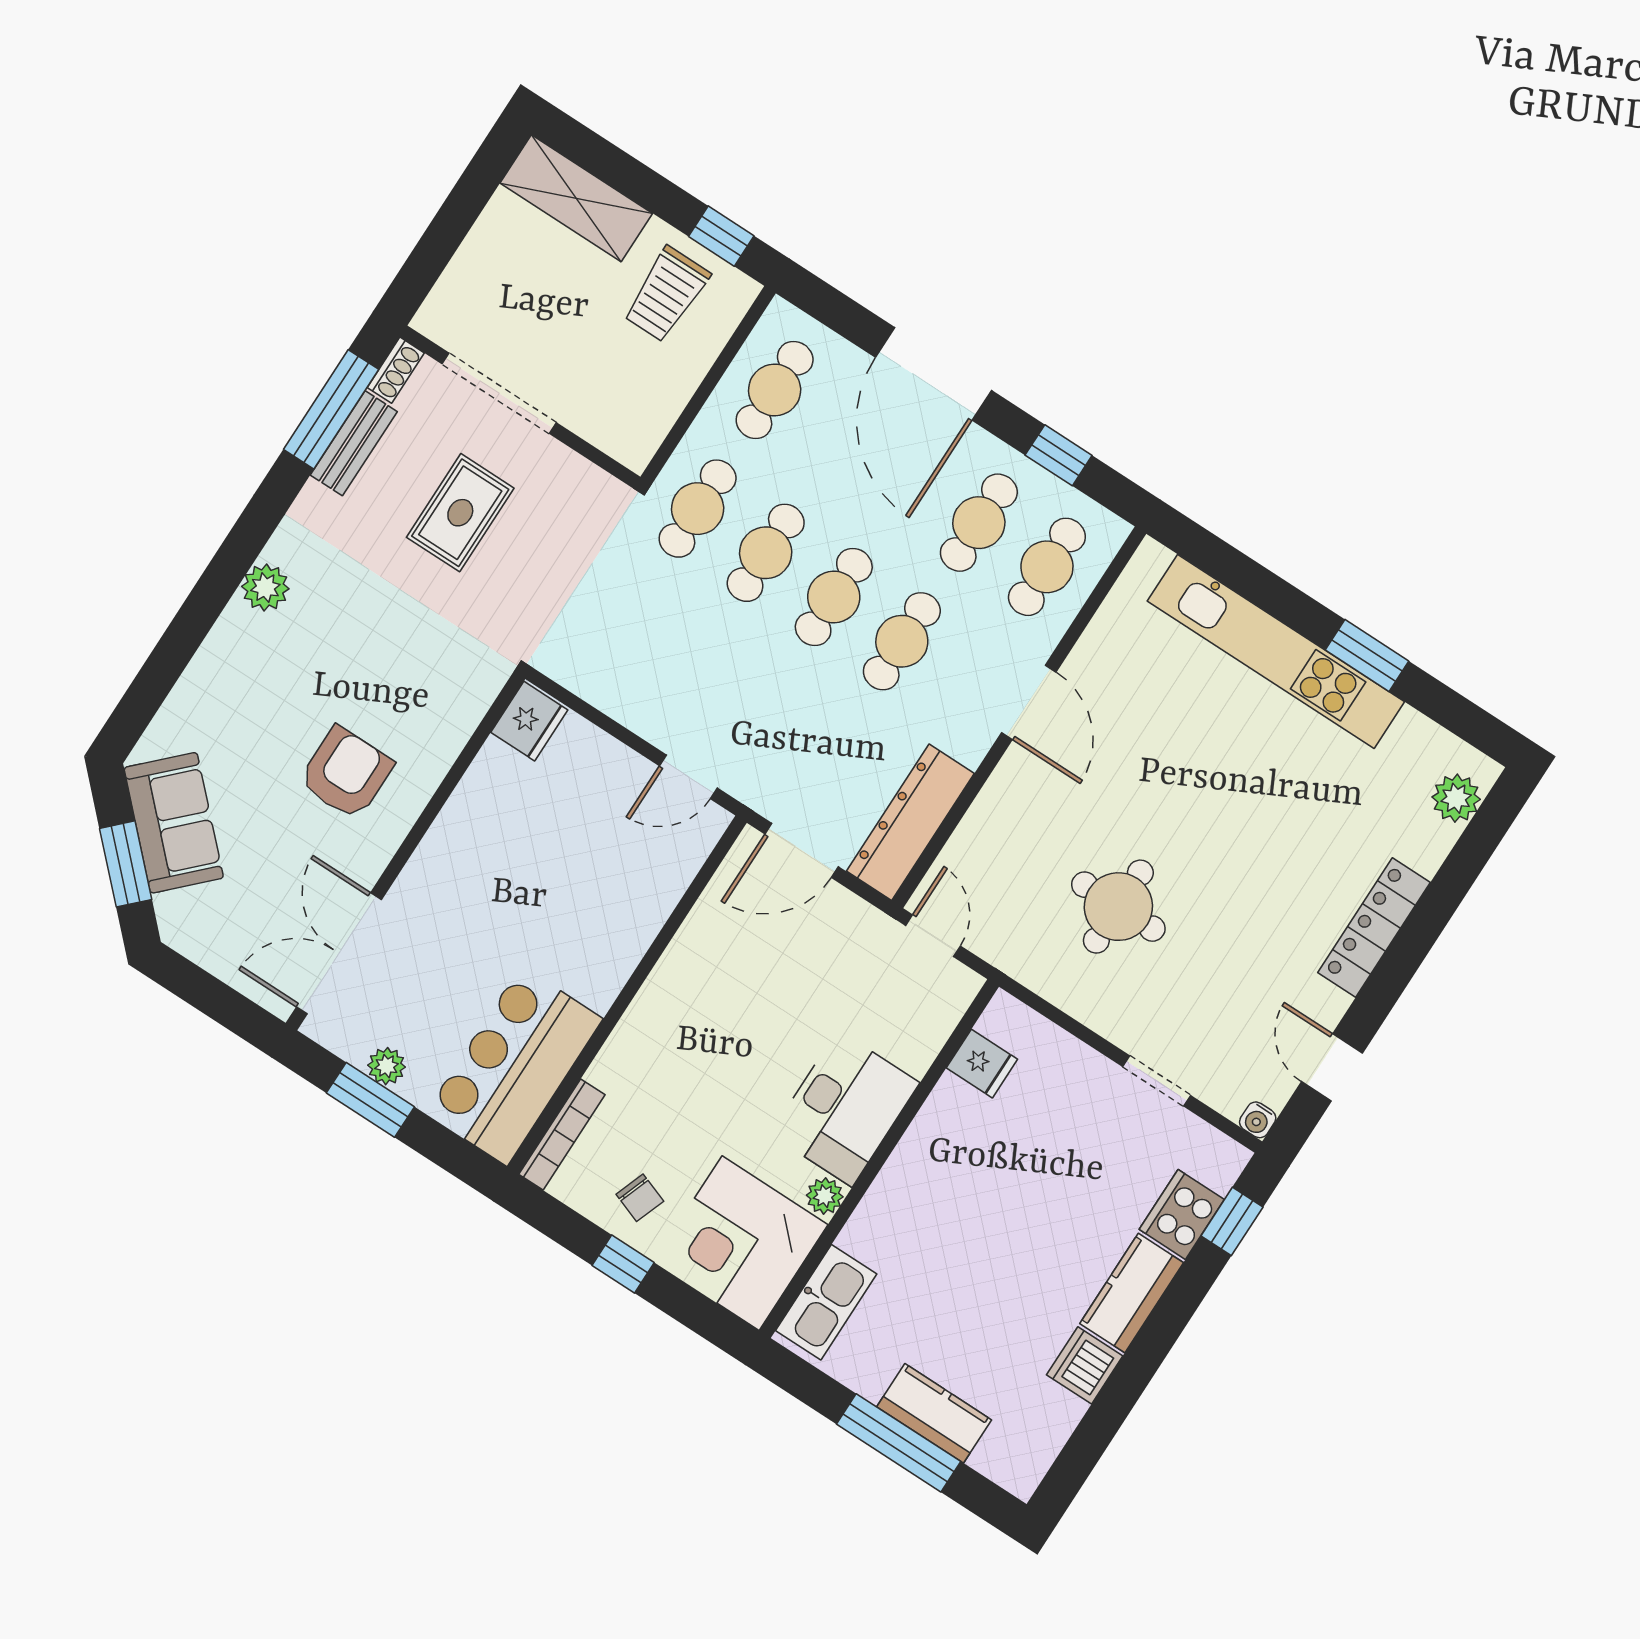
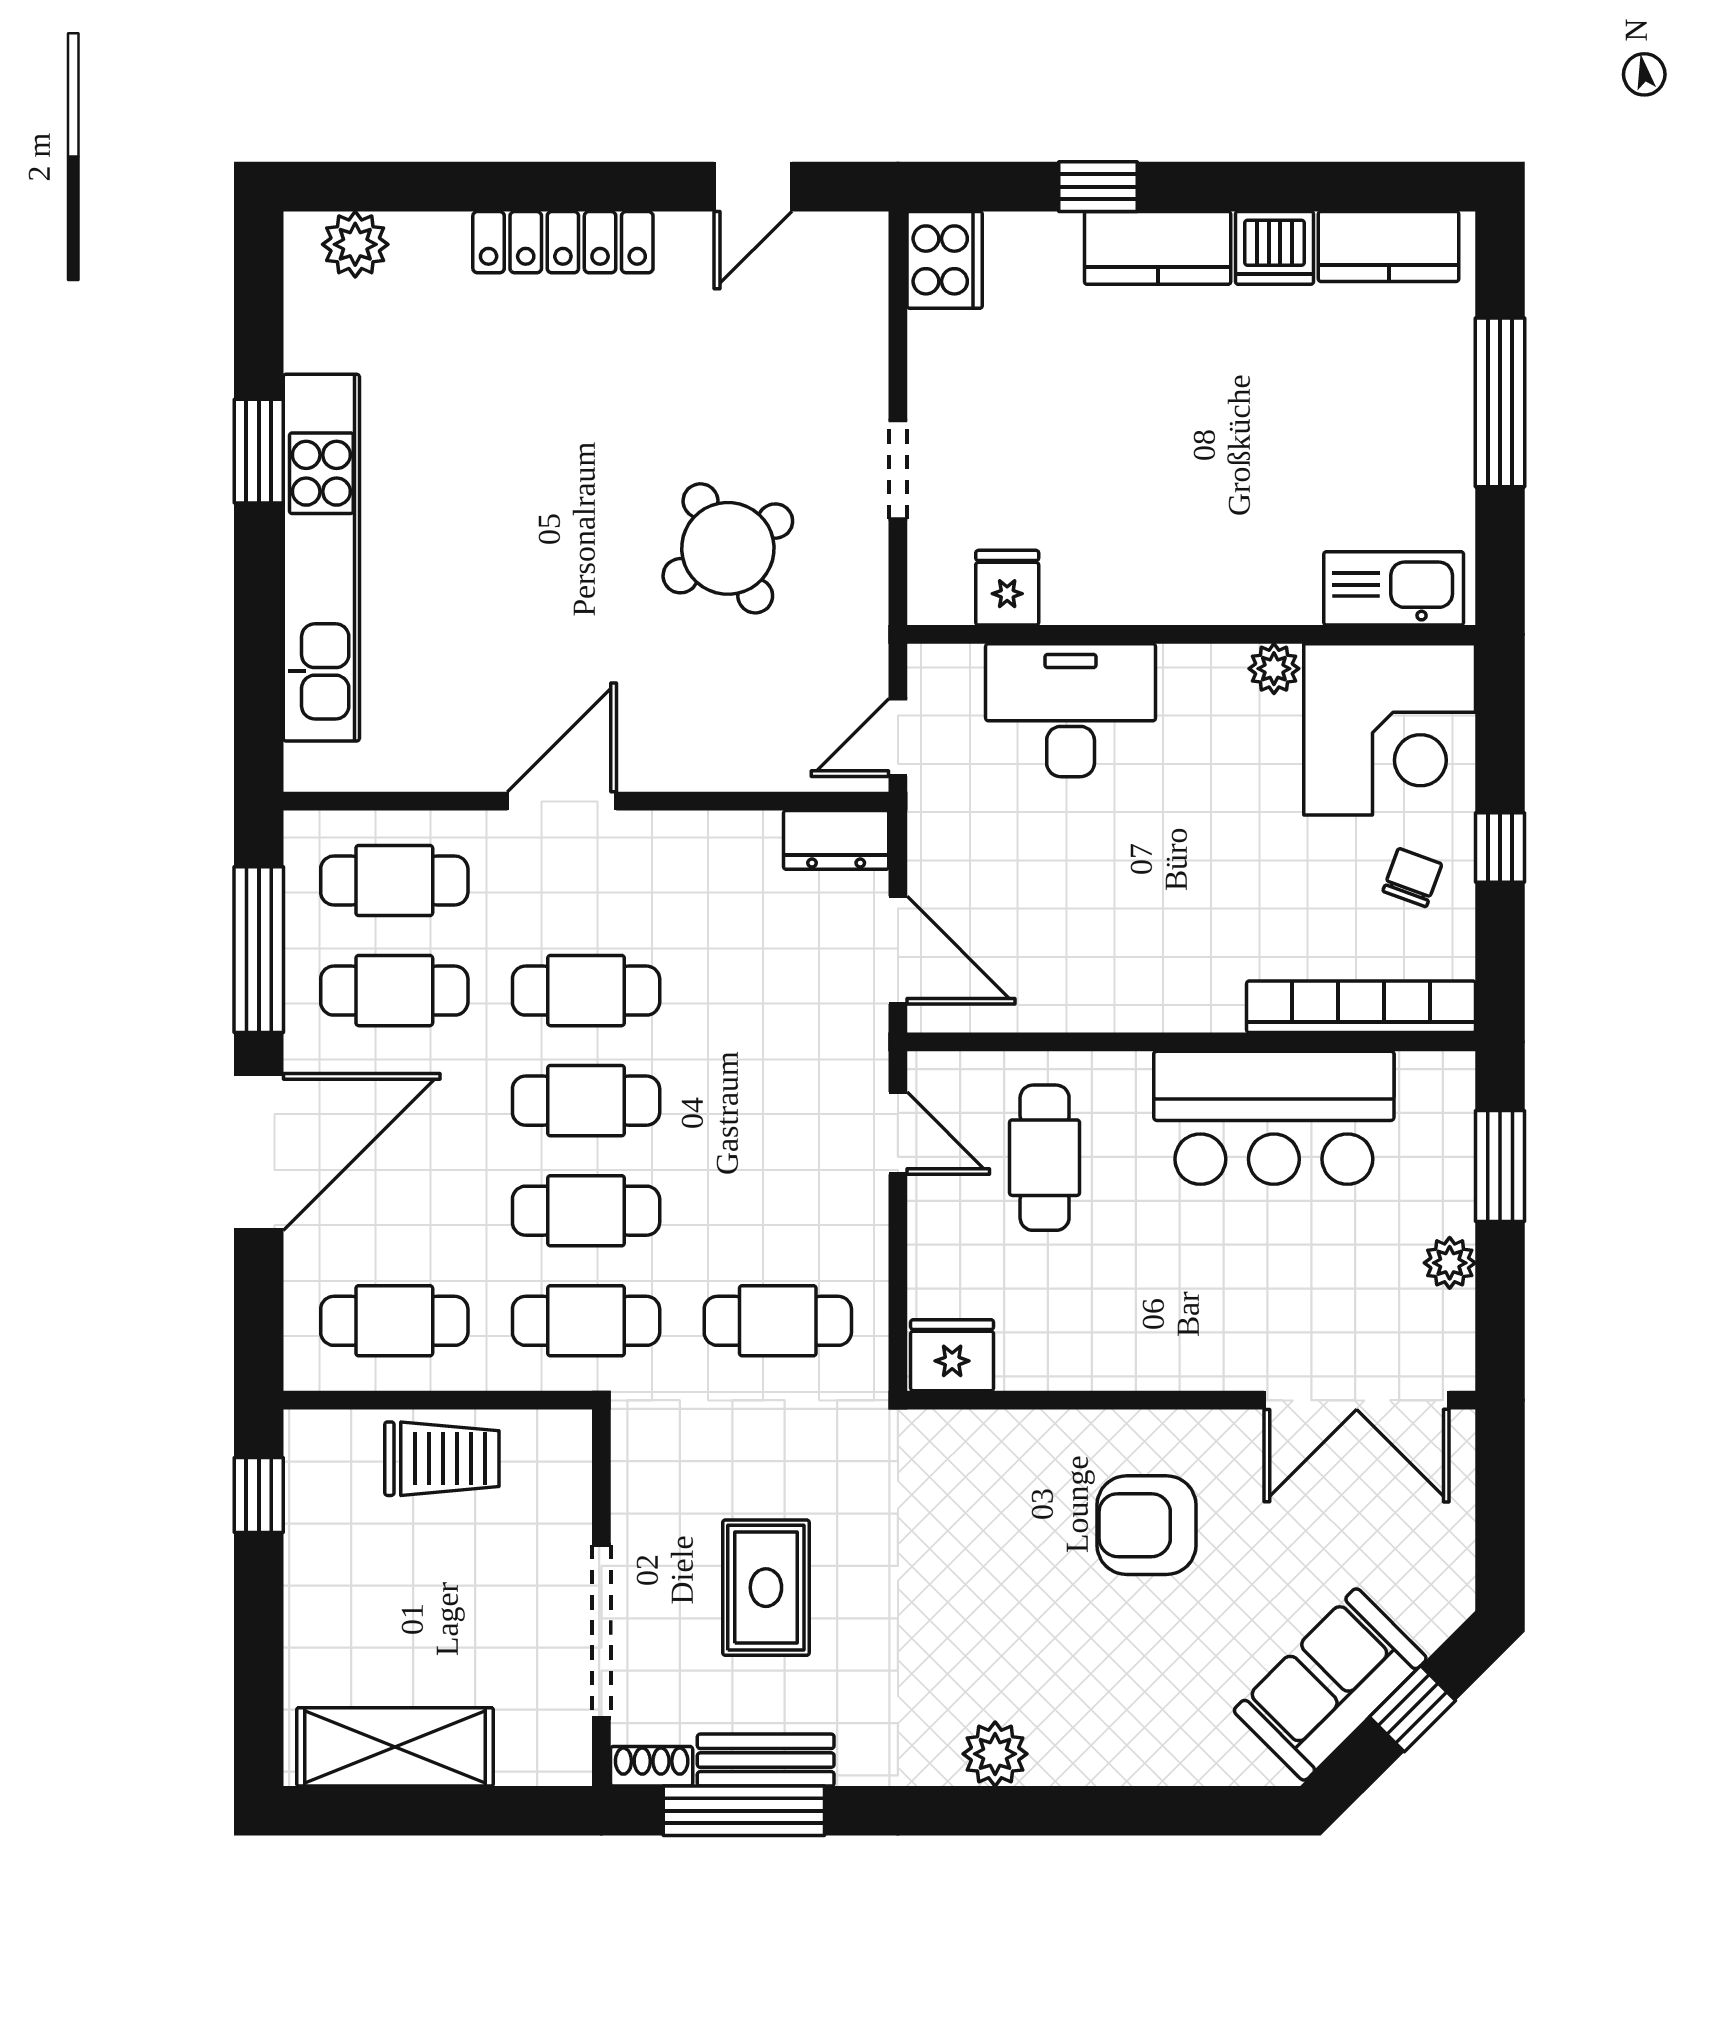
shelving: (576, 198) -> (395, 1747), moved, turned 90
trolley: (667, 294) -> (442, 1459), moved
window: (1059, 455) -> (259, 950), width x2.17
rug: (460, 513) -> (766, 1588), turned 90
cafe table: (621, 627) -> (778, 1321), added
dresser: (910, 822) -> (836, 840), width x0.51, depth x0.80
cafe table: (614, 858) -> (1045, 1158), added
window: (126, 864) -> (1413, 1709), width x0.67
round table: (1118, 907) -> (728, 548), turned -30
bar counter: (514, 1066) -> (1274, 1118), moved
doorway: (1157, 1081) -> (898, 470), moved
window: (370, 1100) -> (1500, 1166), moved
desk: (845, 1108) -> (1071, 710), moved
water cooler: (1258, 1120) -> (868, 232), removed
bookcase: (562, 1134) -> (1361, 1007), width x1.48, depth x1.31
cooker: (1182, 1214) -> (945, 260), moved, turned -90
window: (1232, 1221) -> (1098, 187), moved
kitchen counter: (934, 1413) -> (1389, 246), moved, turned -90

